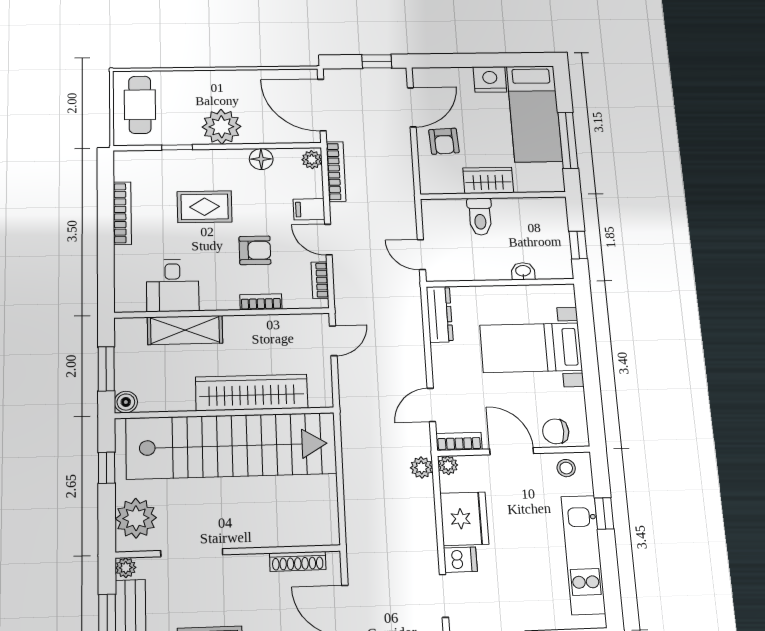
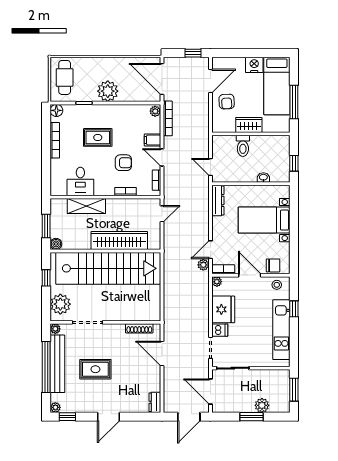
floor lamp: (261, 159) -> (56, 110), moved
chair: (556, 431) -> (273, 265), turned 180
plant: (422, 467) -> (203, 265), moved

